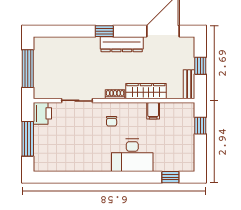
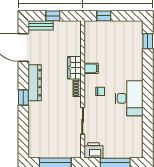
bench: (189, 84) -> (41, 25), moved
wardrobe: (146, 91) -> (75, 68), width x0.67
filing cabinet: (153, 111) -> (91, 68), moved
desk: (132, 155) -> (129, 98), moved

